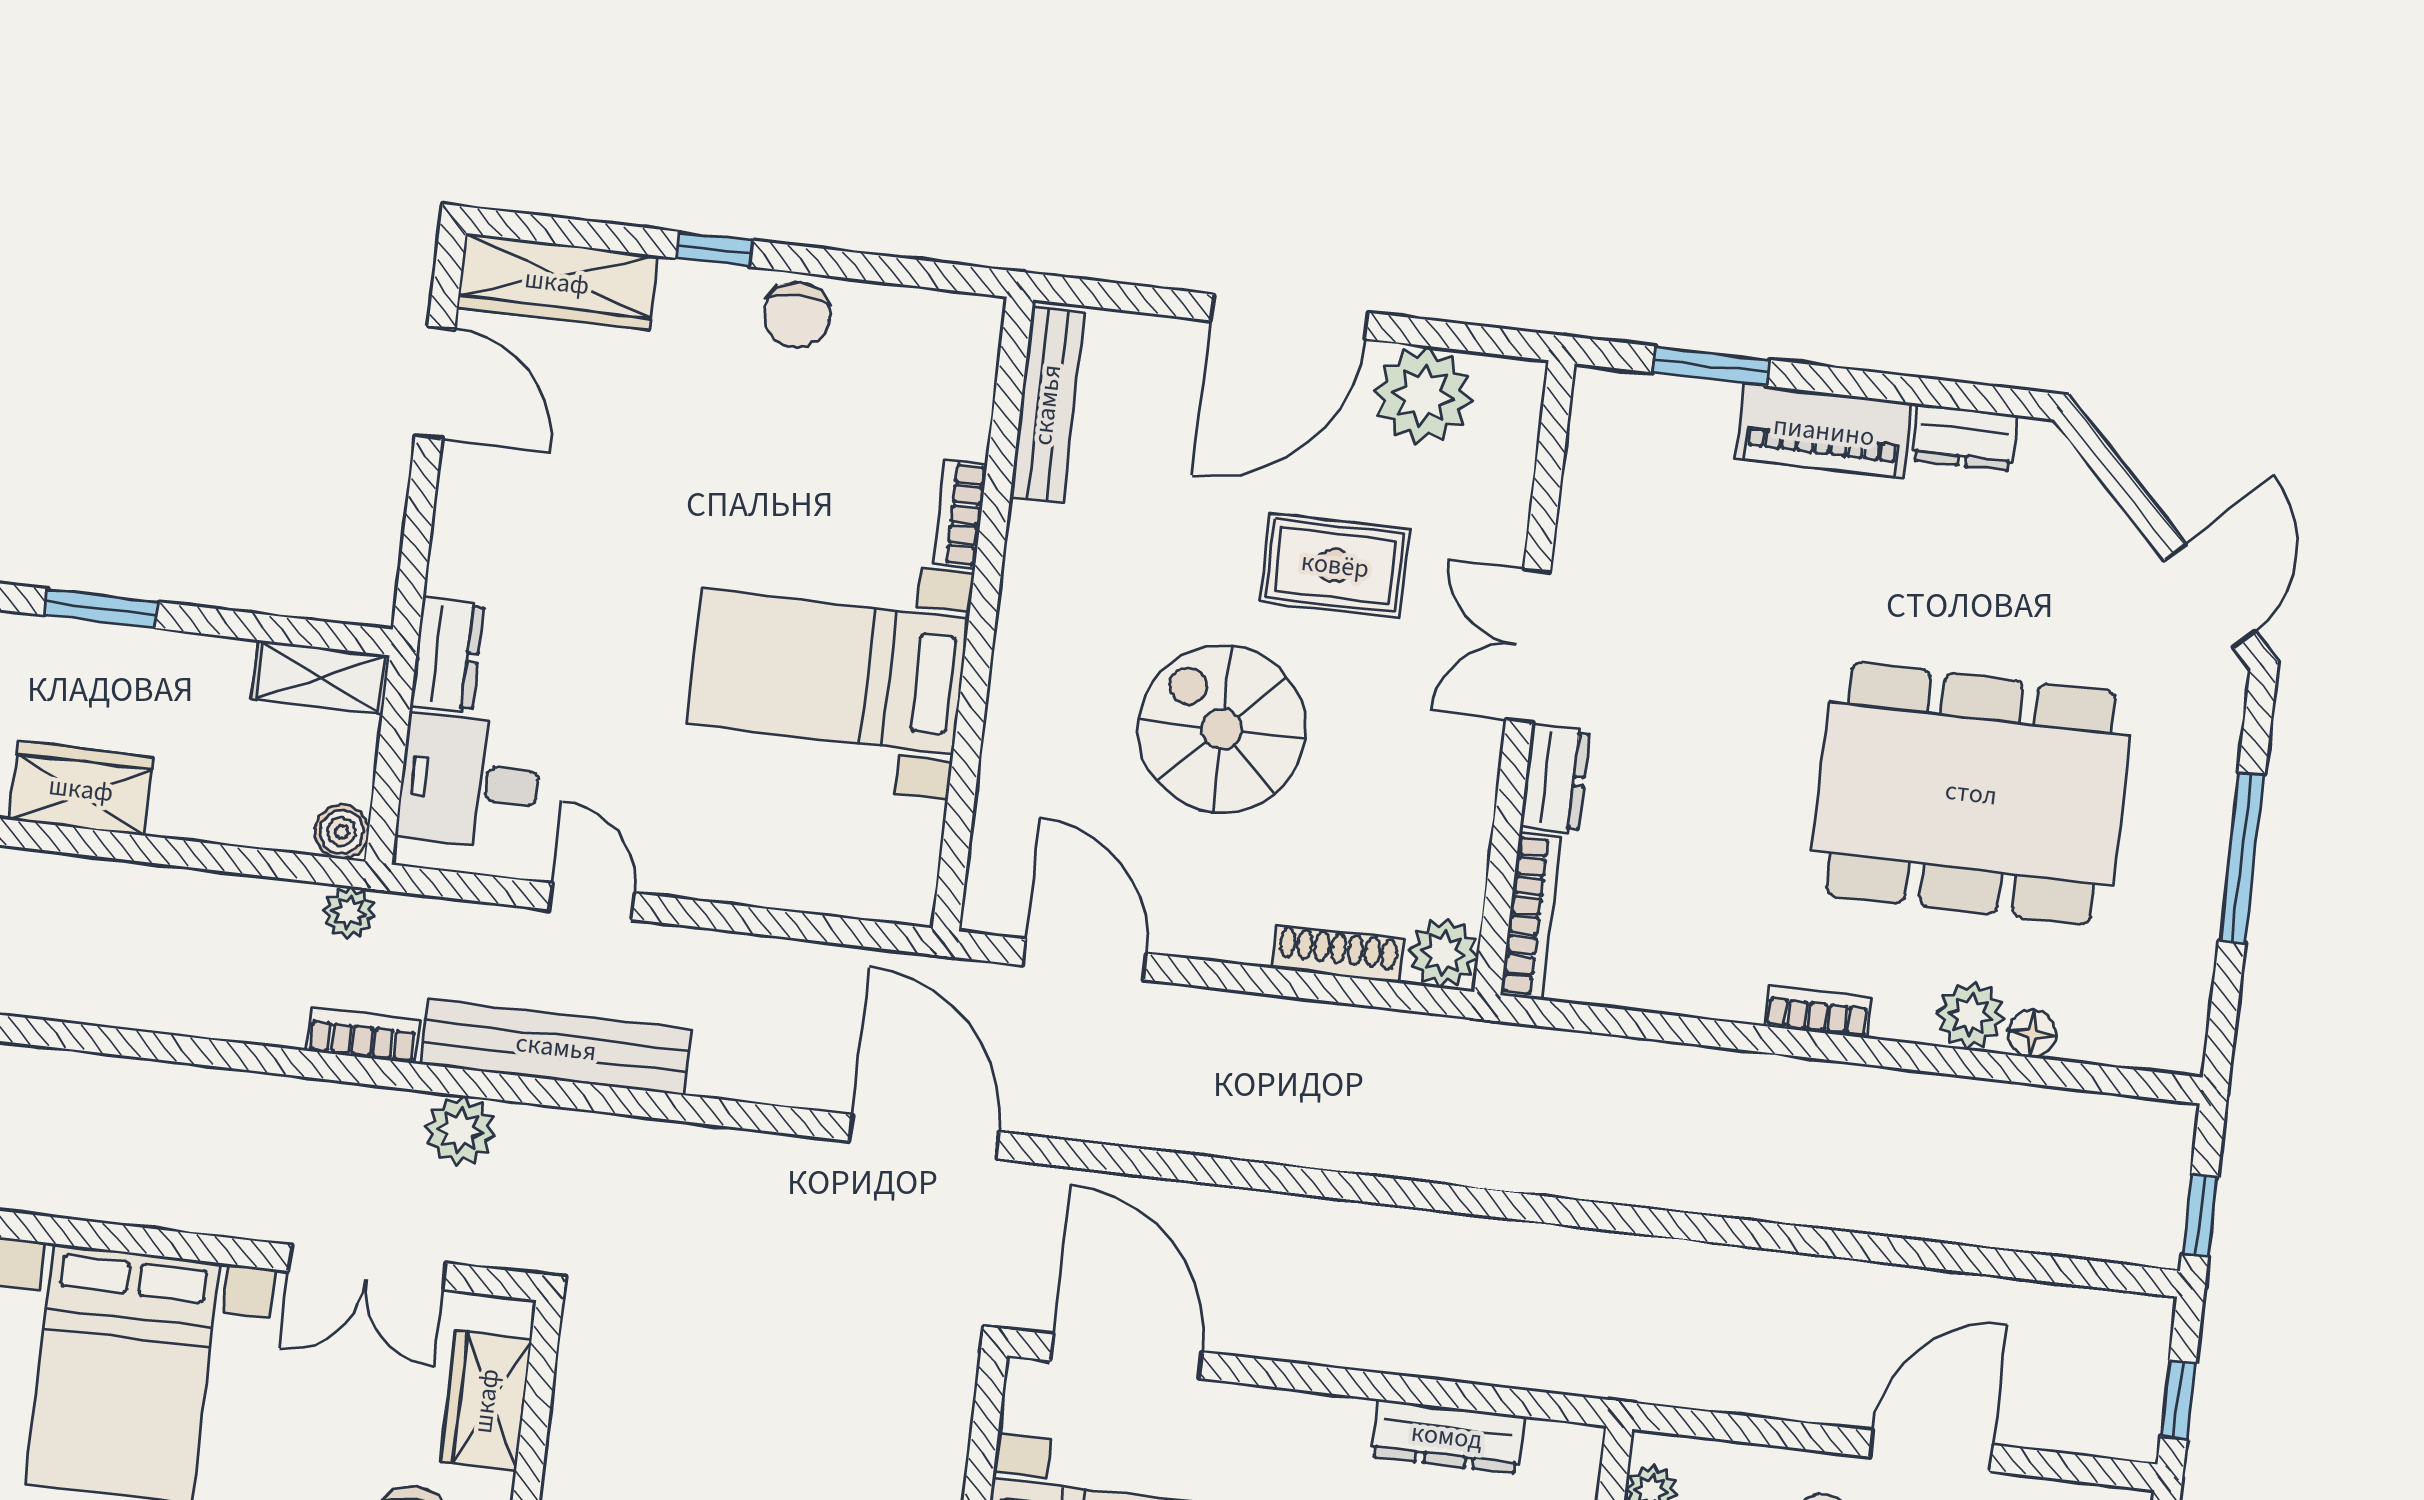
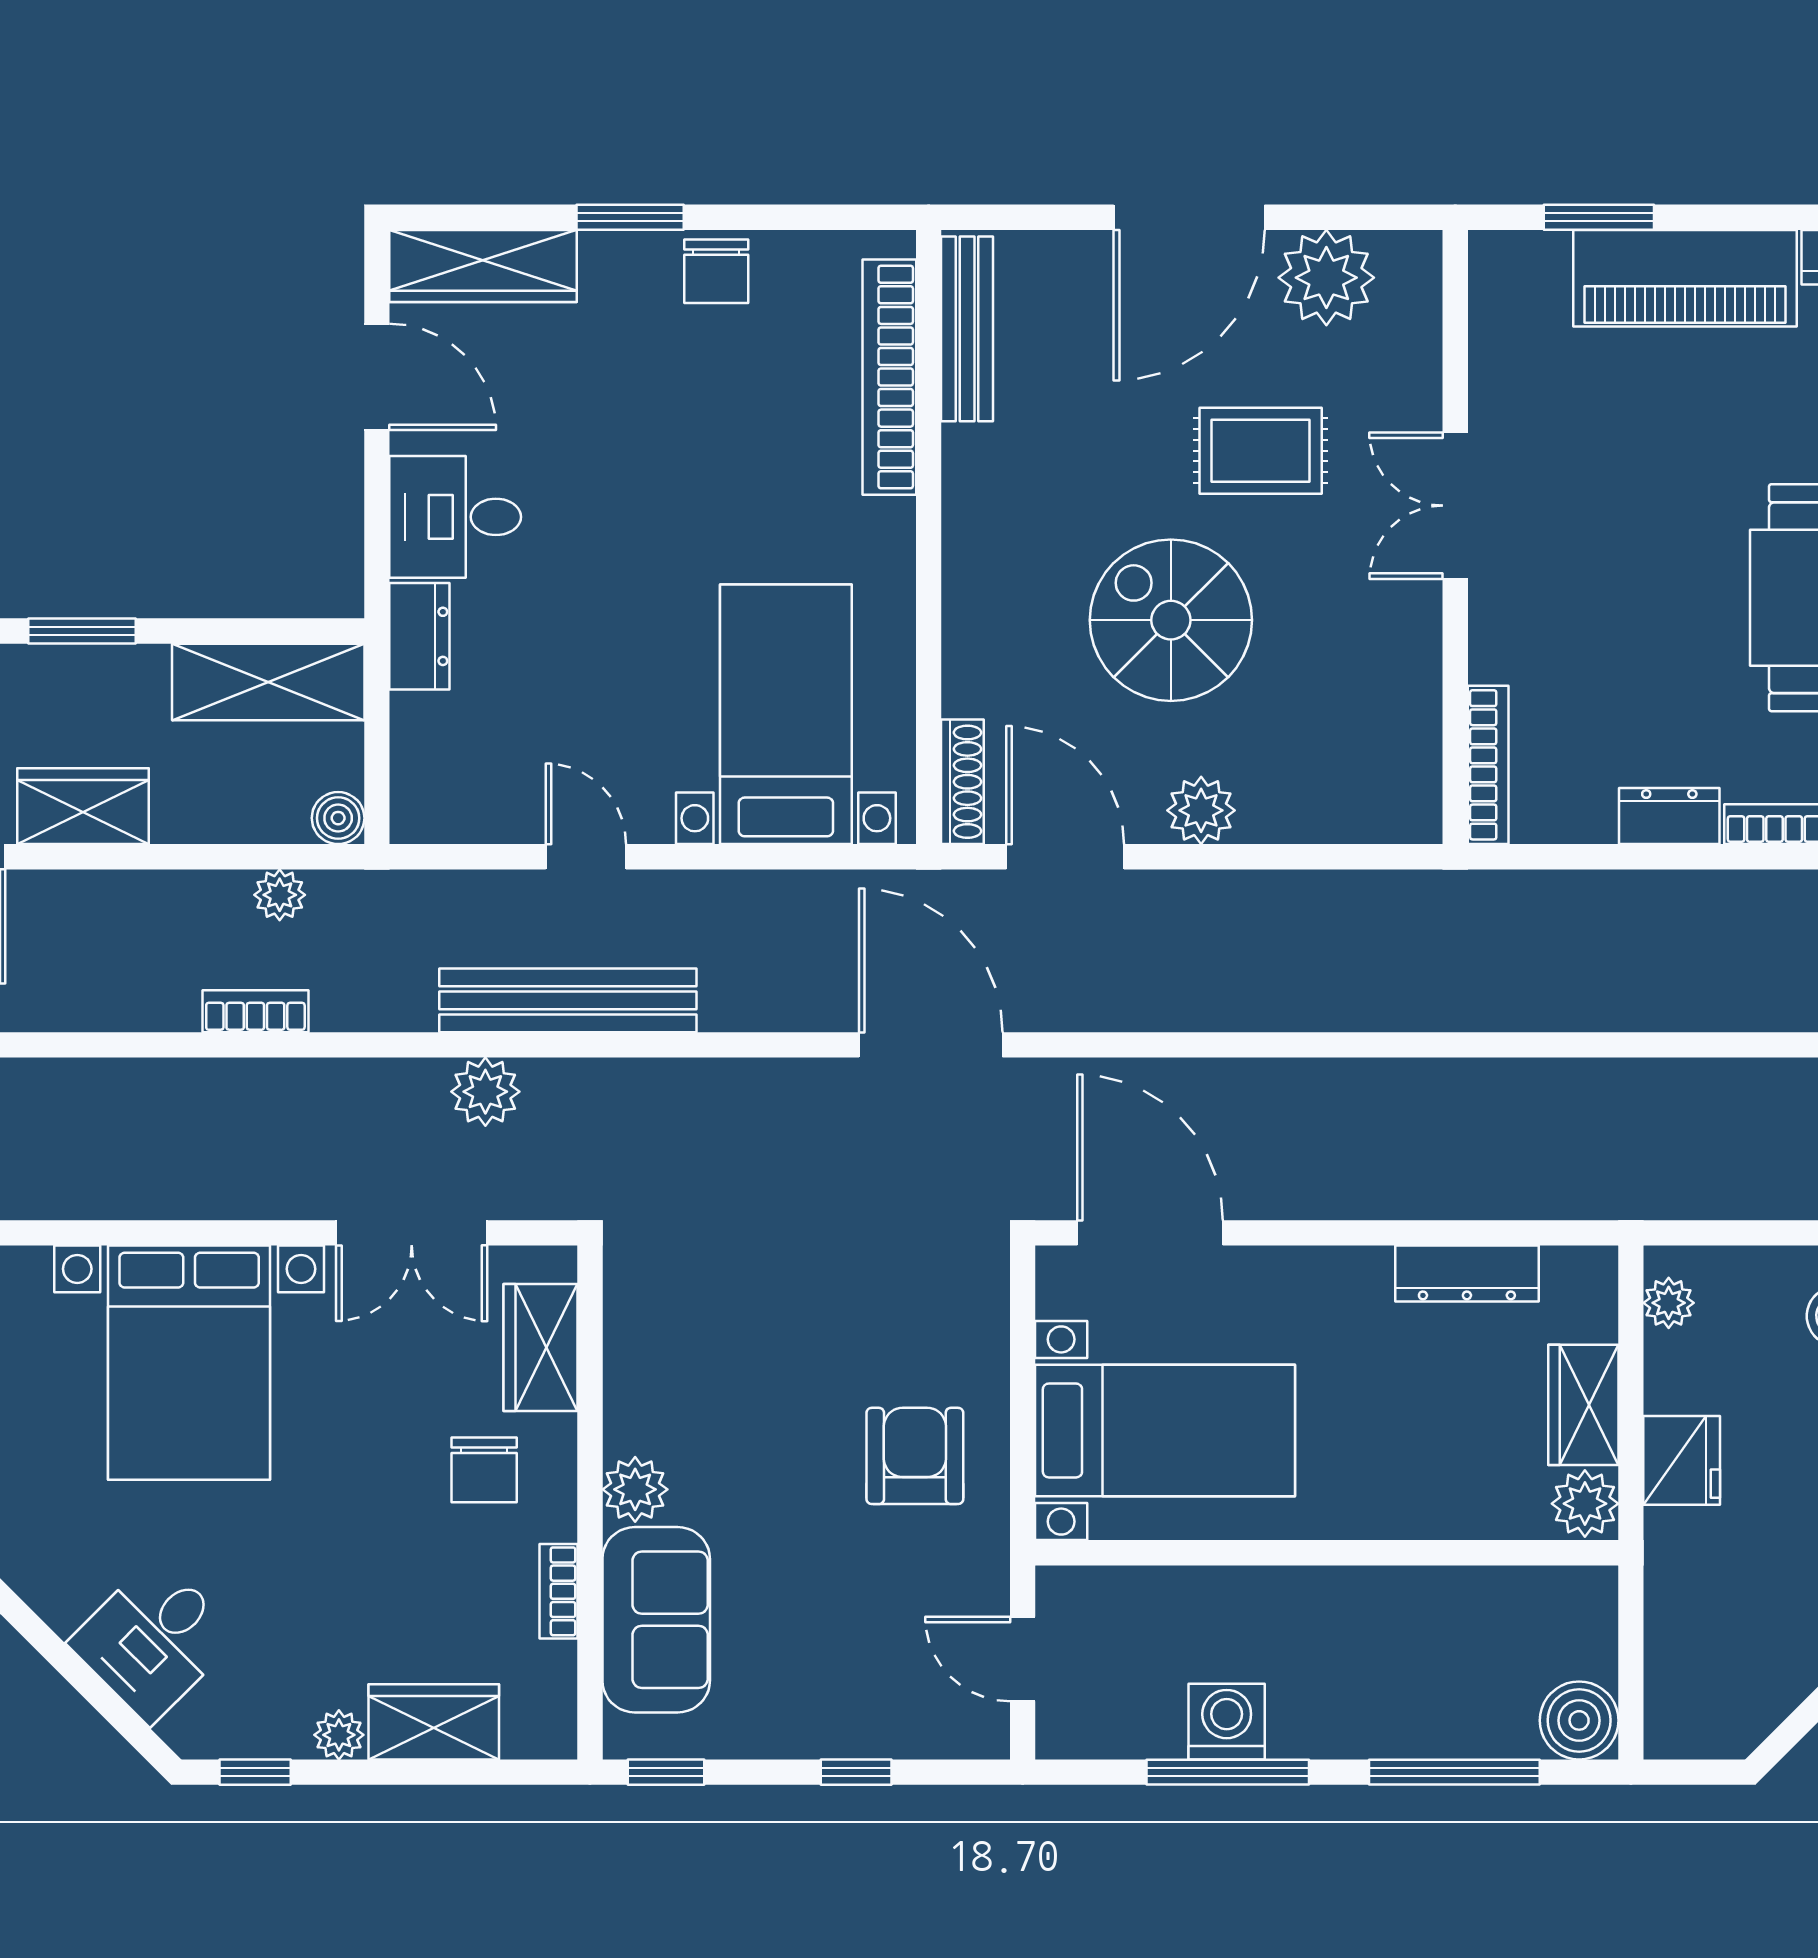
window: (715, 249) -> (630, 217), width x1.50
piano: (1824, 431) -> (1685, 278), width x1.37, depth x1.33
bookcase: (960, 514) -> (889, 377), width x2.31, depth x1.31
bed with nightstands: (828, 671) -> (786, 714), moved, turned 90
shelving: (320, 677) -> (268, 682), width x1.50, depth x1.33
dresser: (1555, 779) -> (1669, 816), moved, turned -90
desk: (470, 782) -> (455, 517), moved
plant: (349, 913) -> (280, 895), moved
plant: (1444, 953) -> (1201, 810), moved
shoe rack: (1338, 954) -> (962, 782), moved, turned 90
bookcase: (363, 1035) -> (255, 1011), moved

